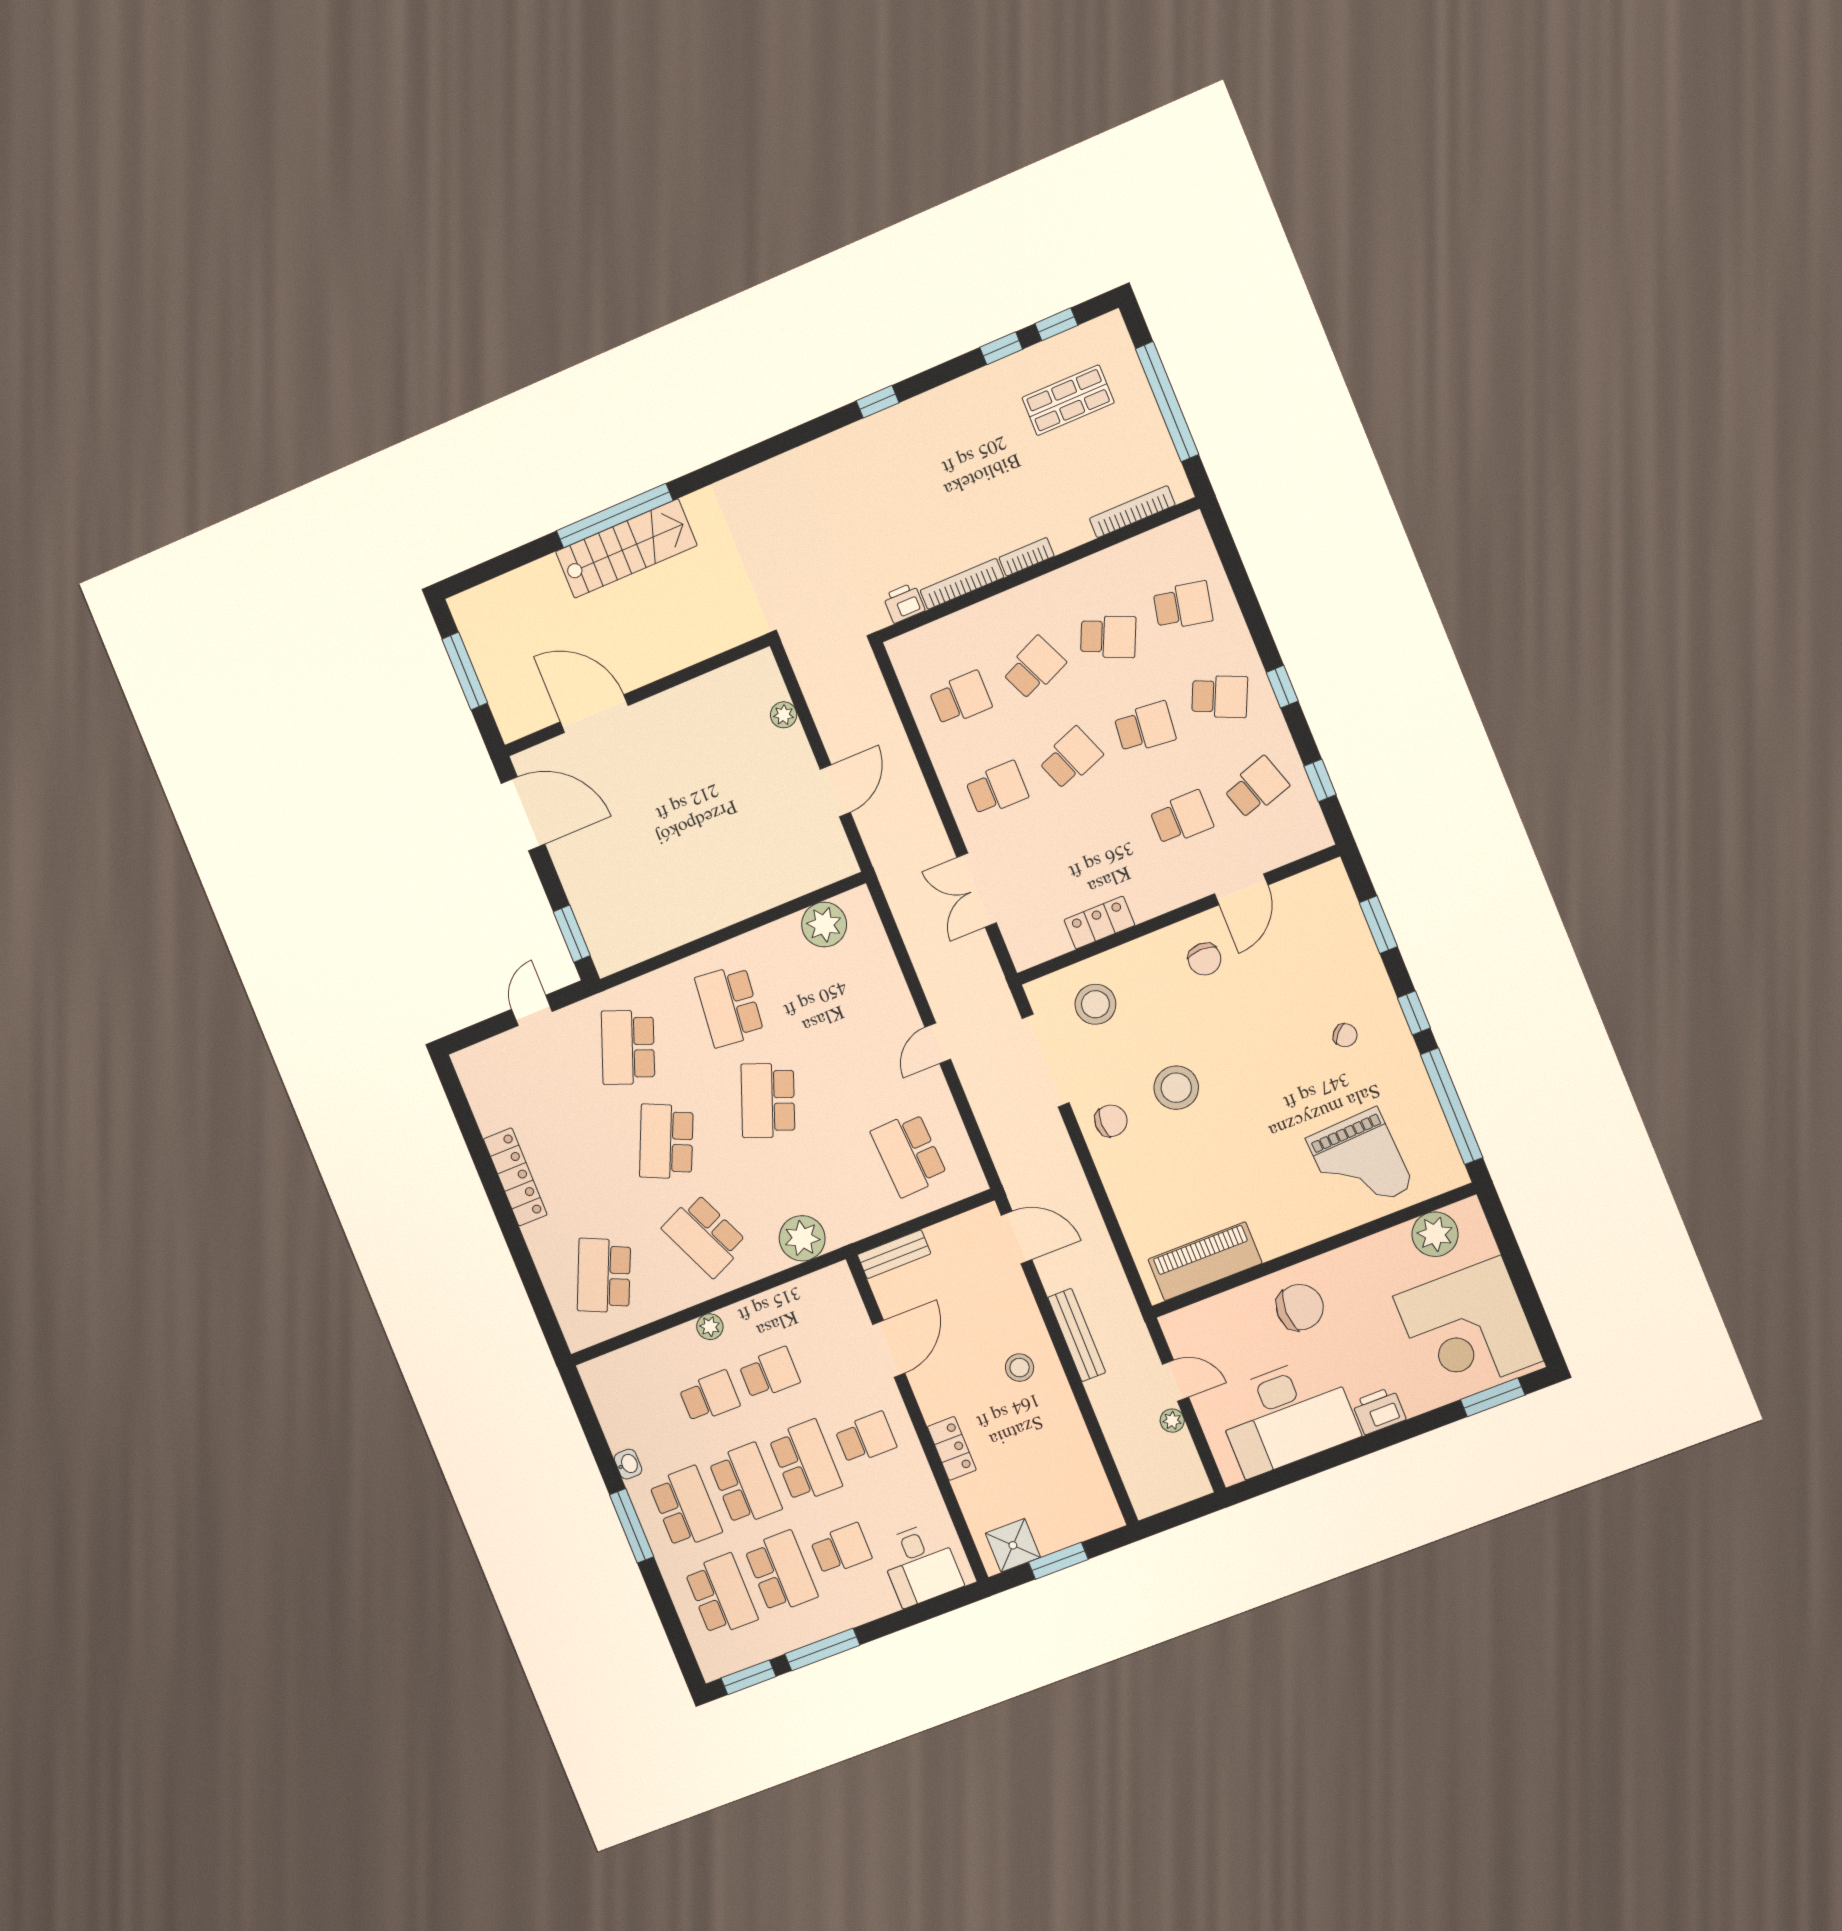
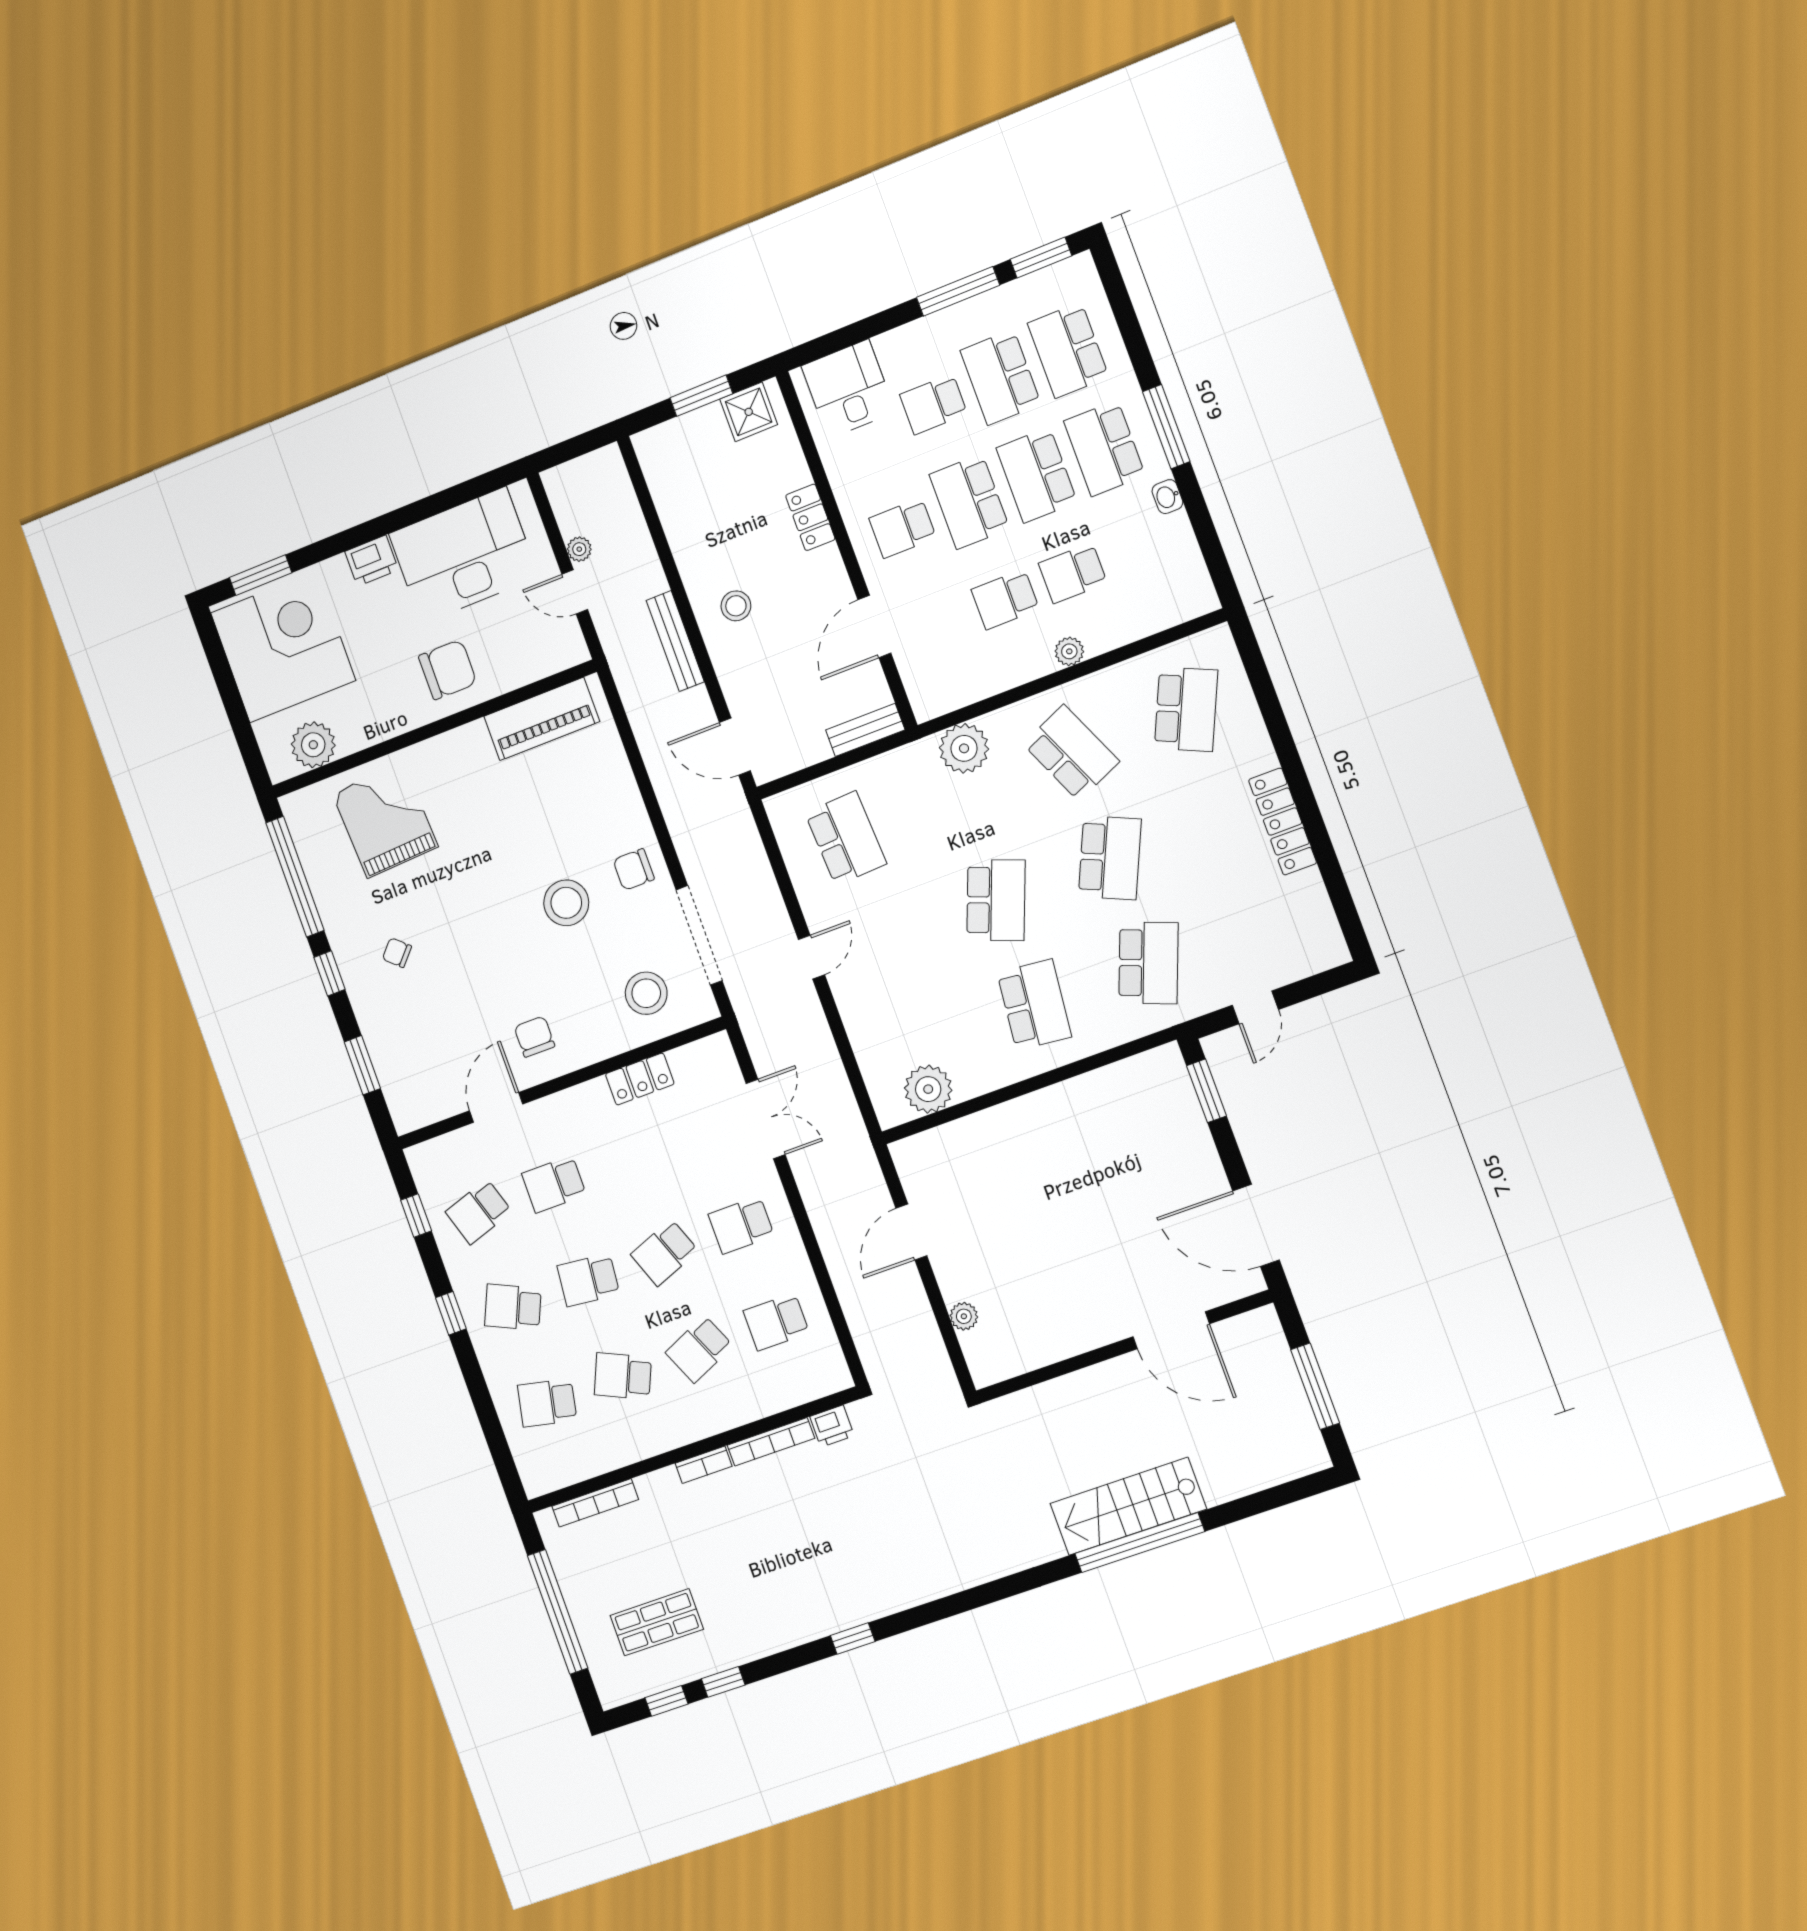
chair: (1300, 1307) -> (448, 670), turned 180

